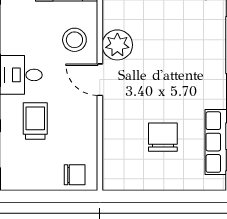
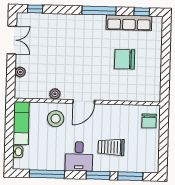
plant: (117, 45) -> (55, 94), width x0.53, depth x0.53
chair: (75, 175) -> (149, 121), turned 180

